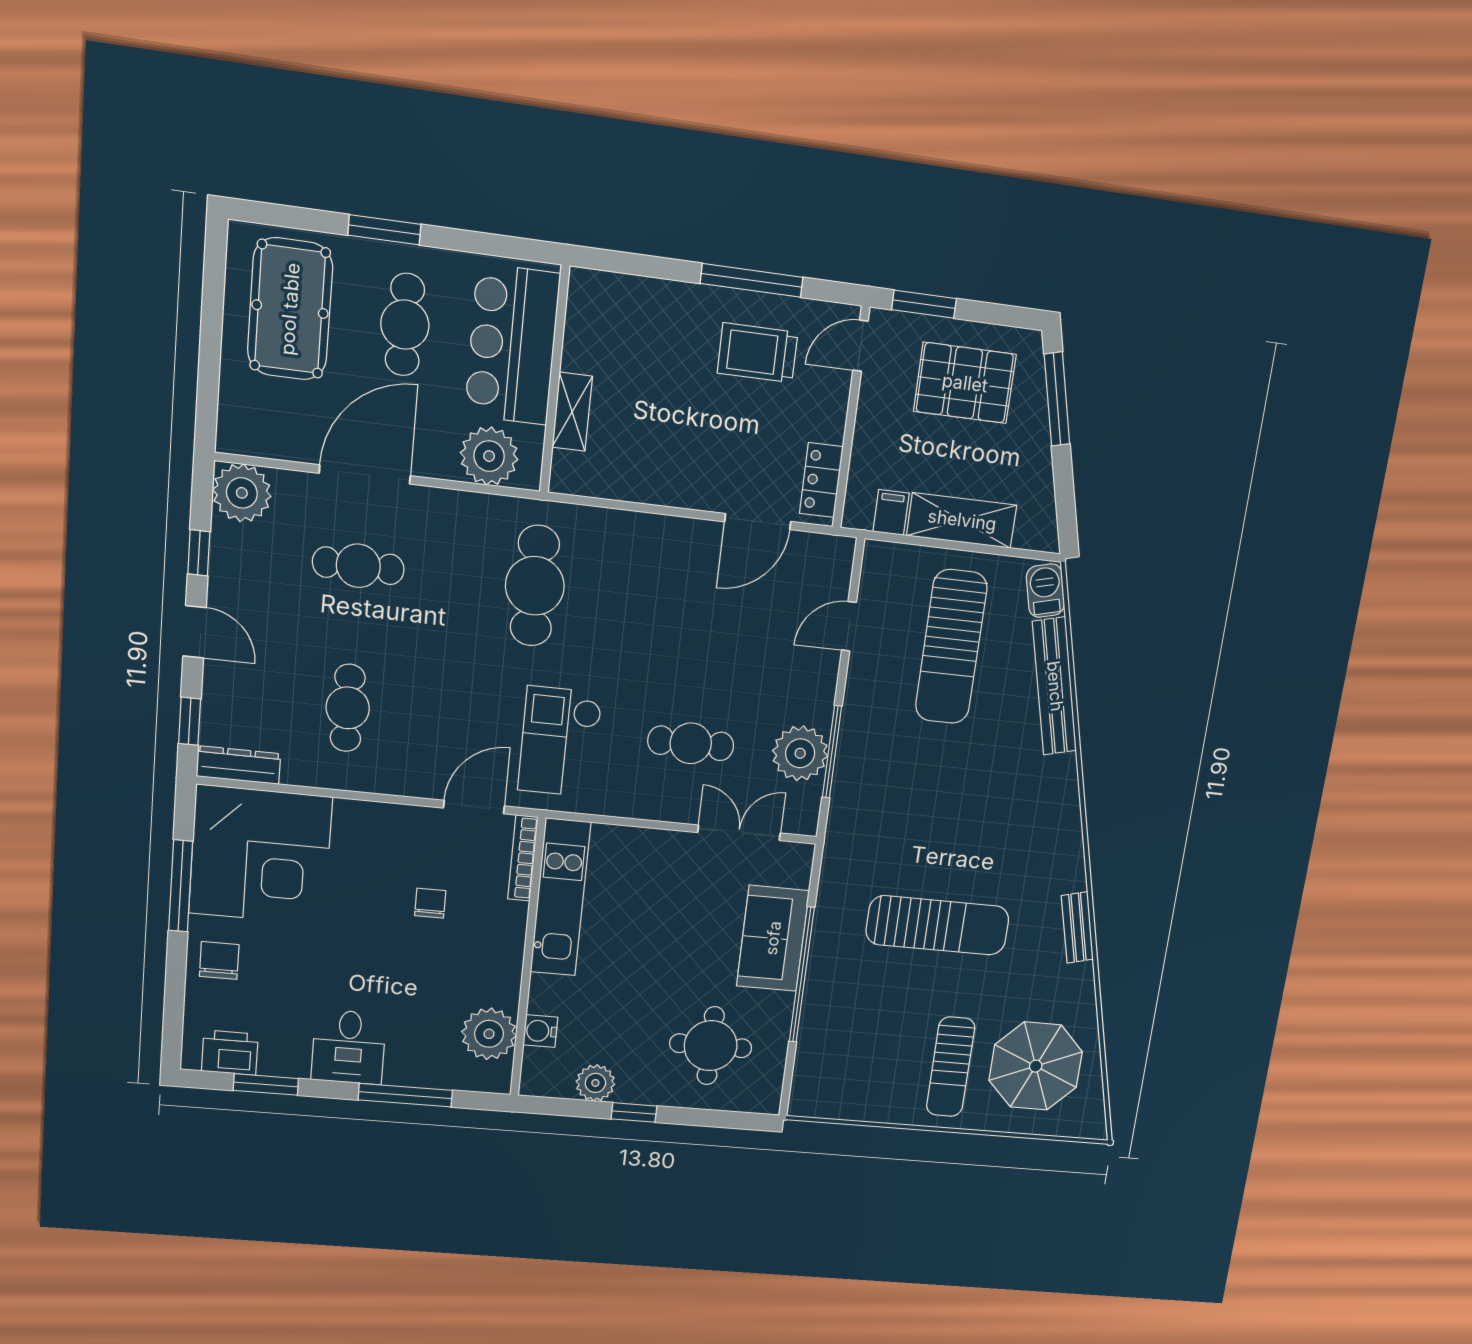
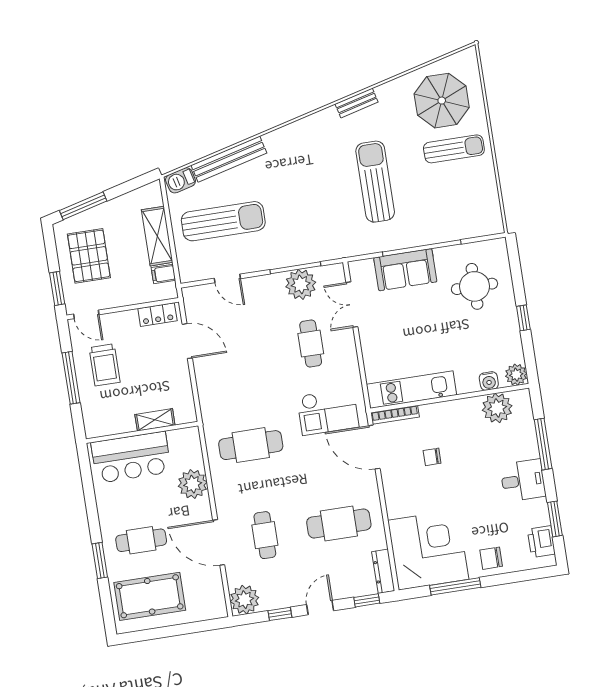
bar counter: (512, 345) -> (131, 457), moved
wall: (555, 380) -> (142, 432), moved
shelving: (572, 412) -> (155, 420), moved
cafe table: (348, 708) -> (339, 524), width x1.37, depth x1.35
door: (474, 807) -> (374, 447), width x1.36
plant: (595, 1083) -> (516, 375), moved

